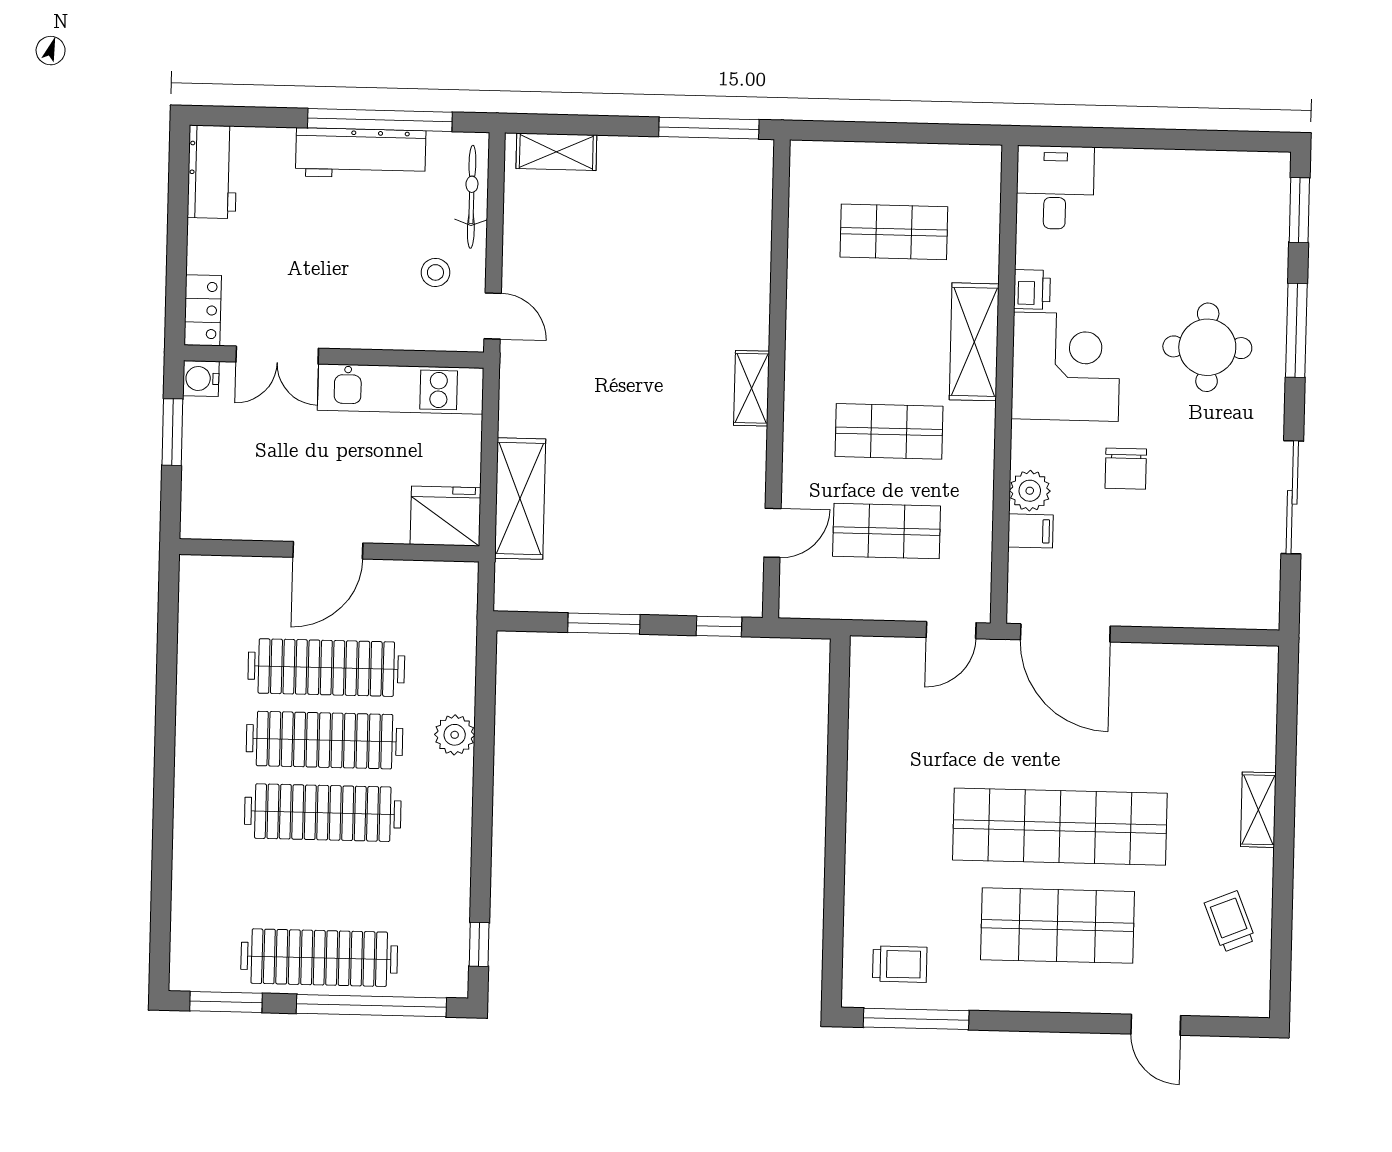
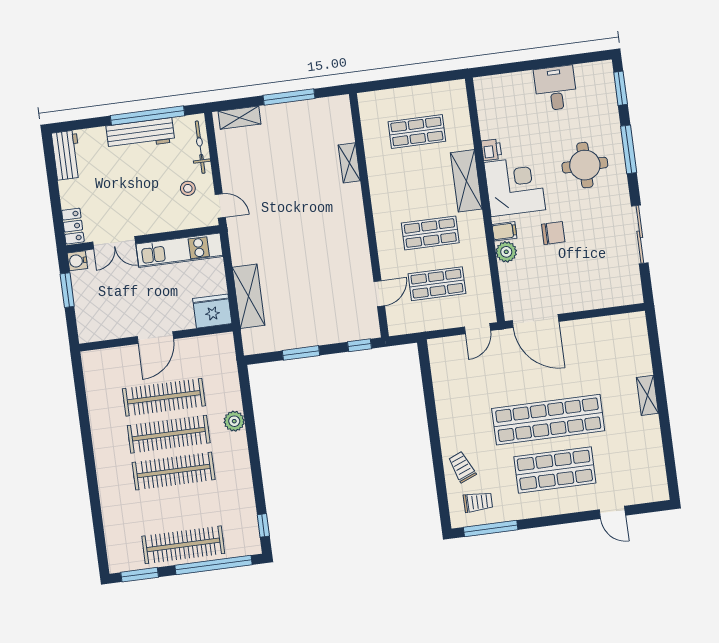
window: (709, 128) -> (289, 97), moved
desk: (1055, 187) -> (556, 88), moved
shelving: (752, 388) -> (349, 163), moved
chair: (1126, 469) -> (553, 233), turned -90
filing cabinet: (1031, 531) -> (504, 231), moved
trolley: (1230, 921) -> (462, 467), moved

